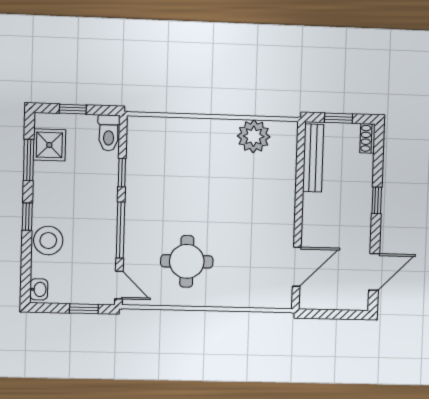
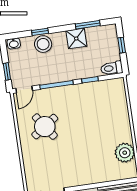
shower: (49, 145) -> (76, 39), moved
window: (27, 217) -> (40, 32), moved
round table: (187, 261) -> (45, 127), turned -35

